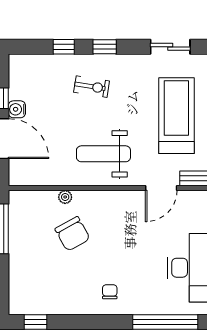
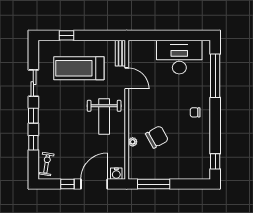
sliding door: (170, 47) -> (33, 83), moved
exercise bike: (92, 87) -> (47, 164), moved
water cooler: (17, 109) -> (116, 174), moved

